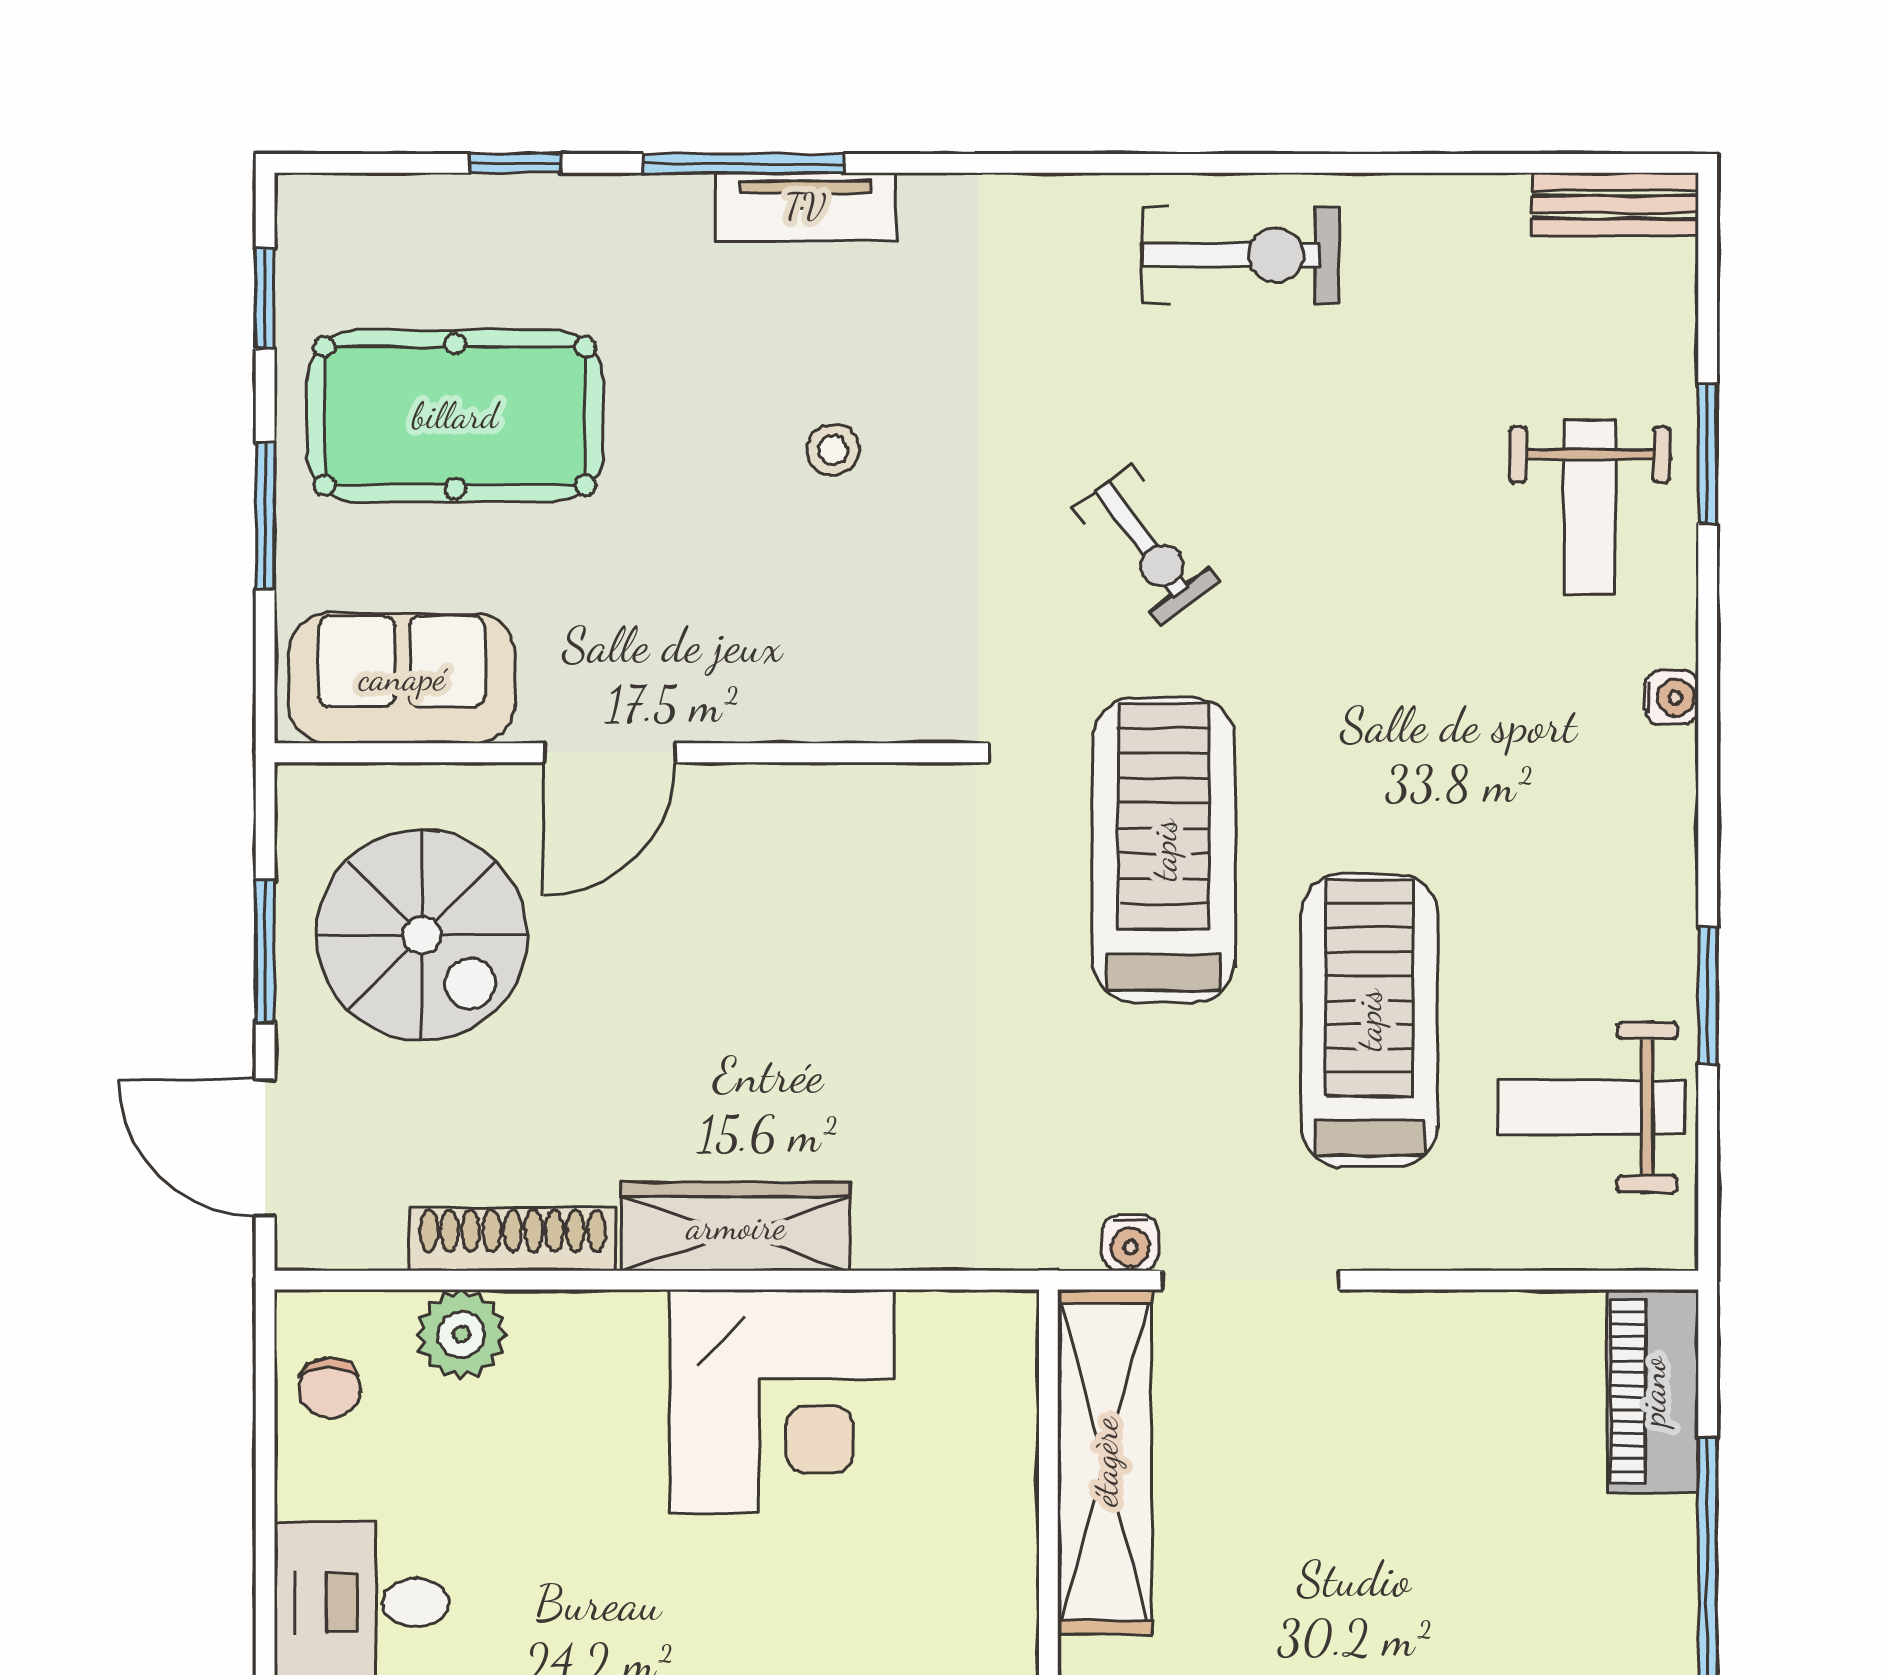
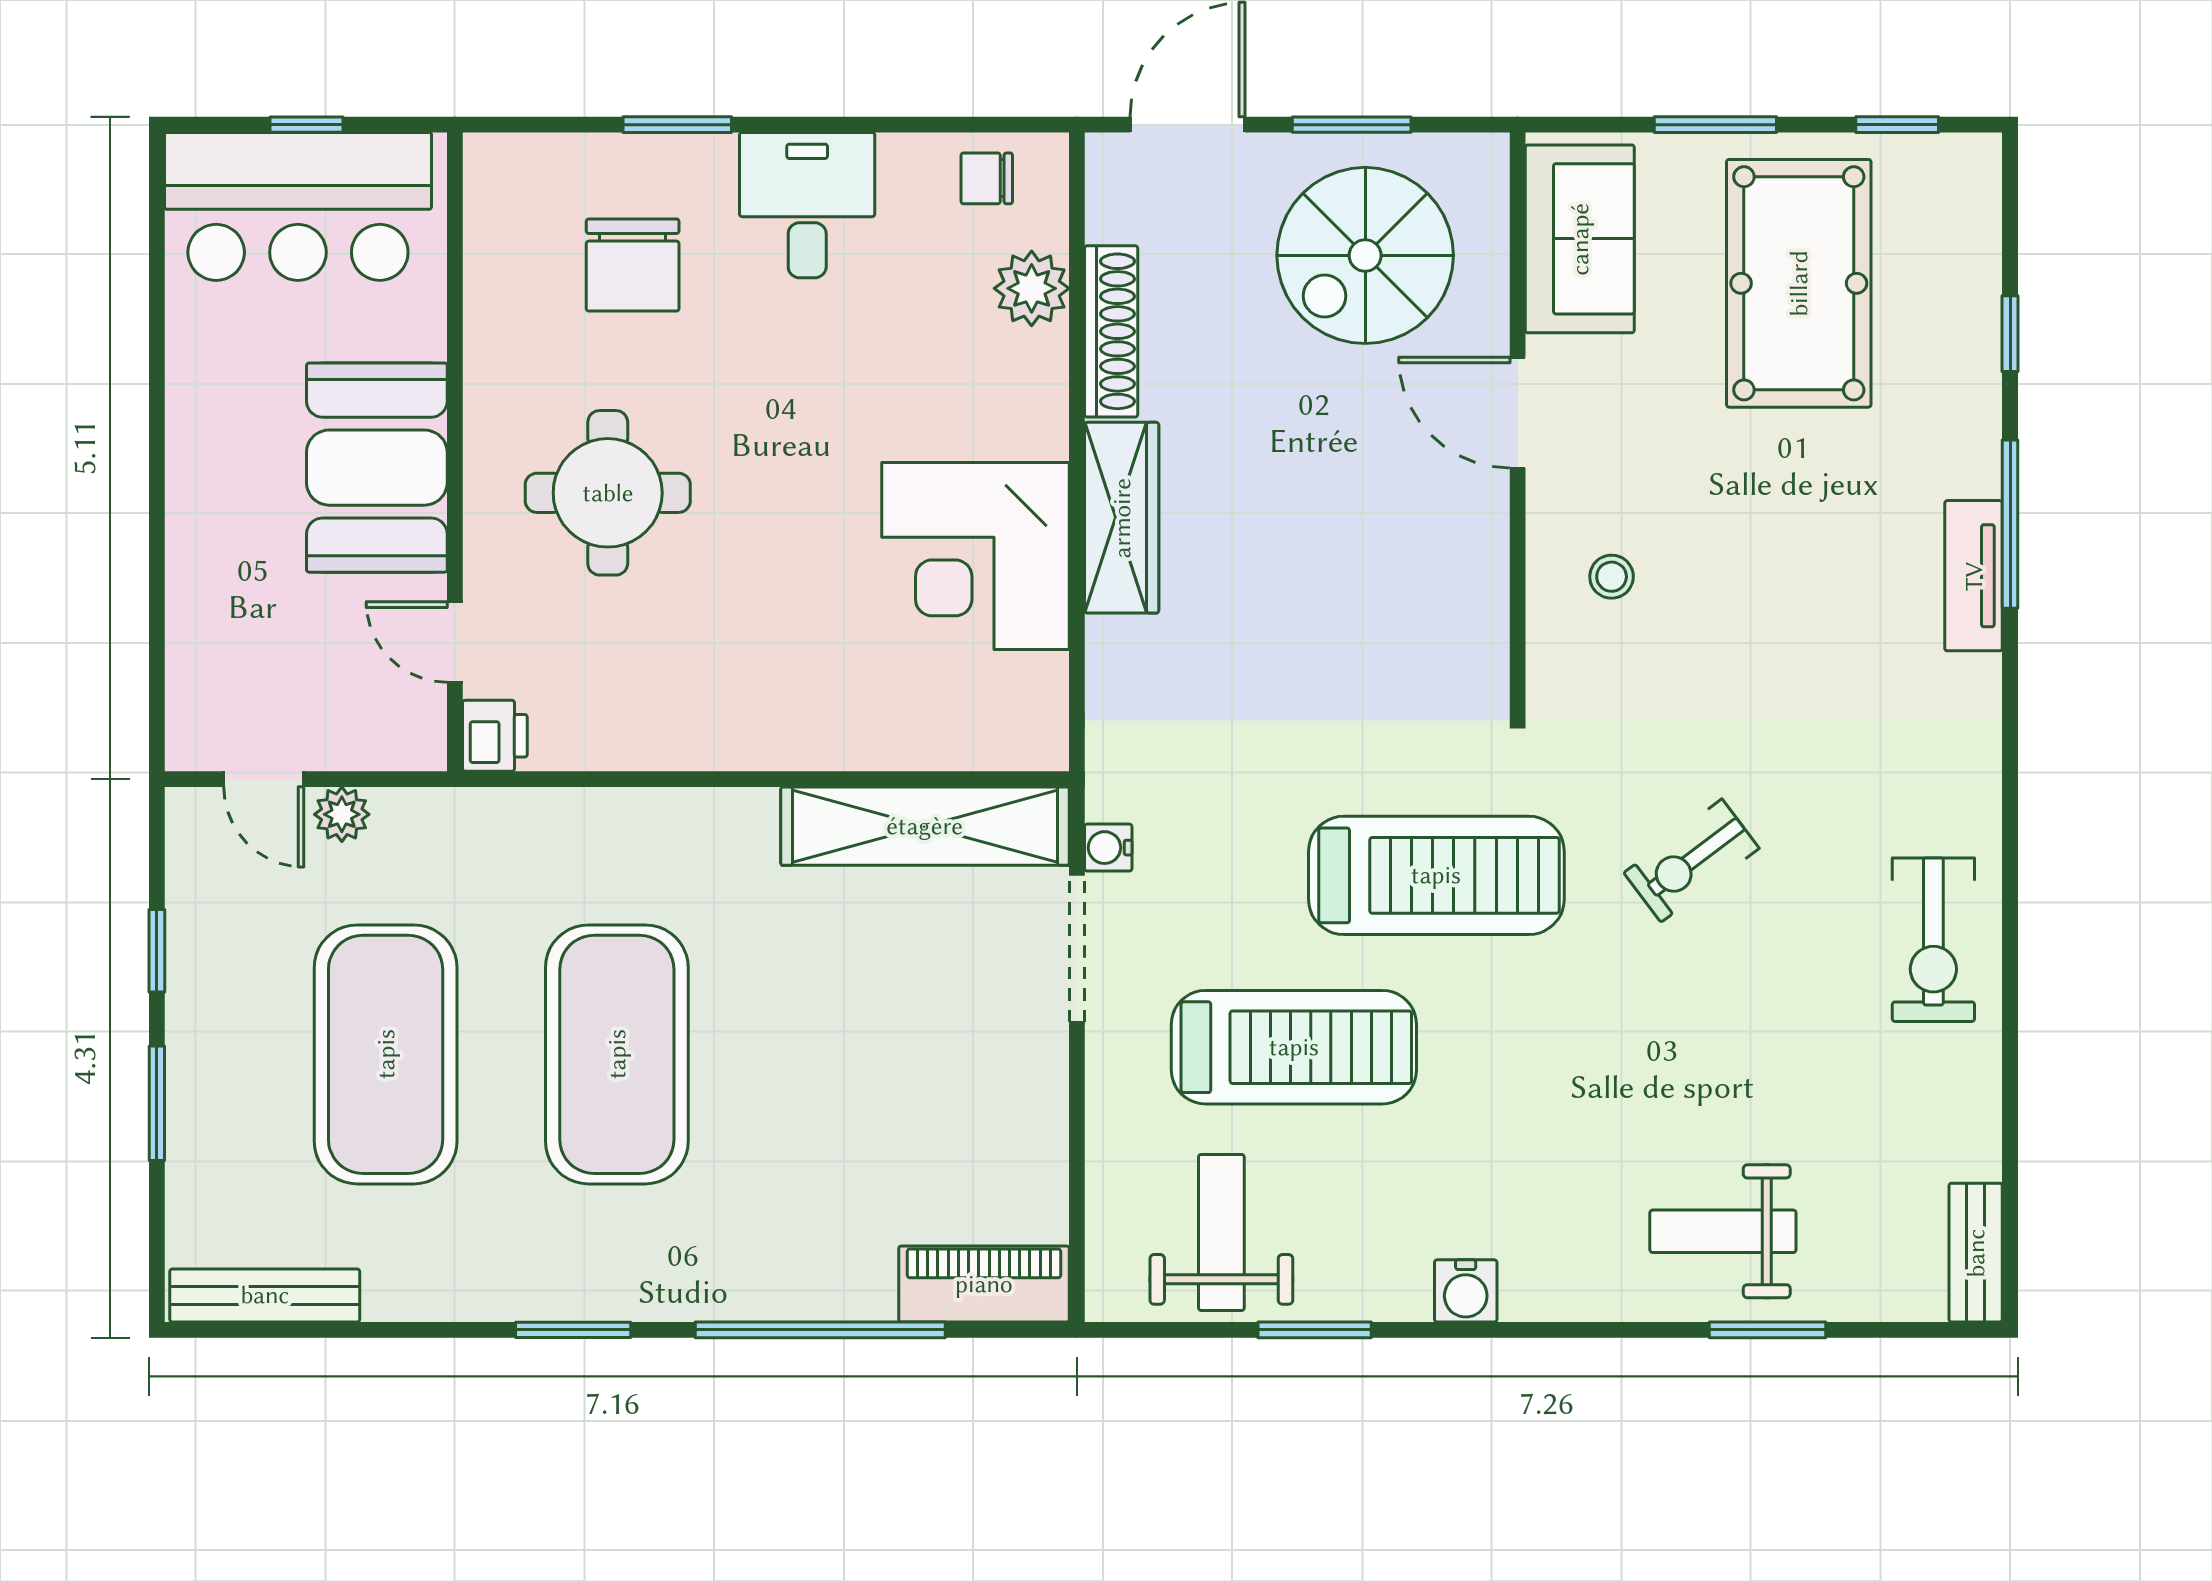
stool: (833, 450) -> (1612, 577), moved
water cooler: (1671, 697) -> (1466, 1291), moved, width x1.38, depth x1.38

